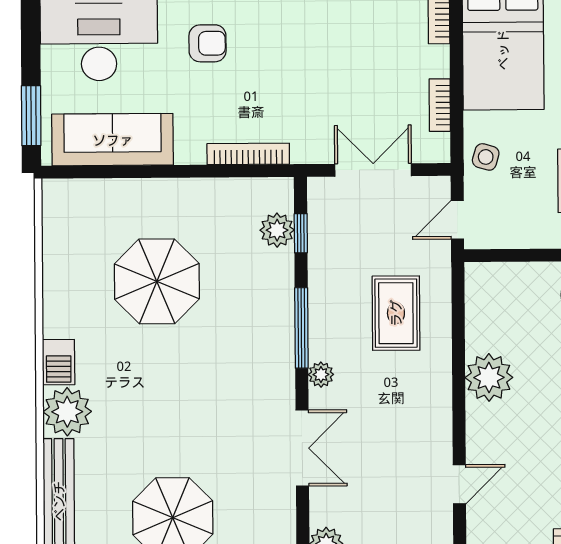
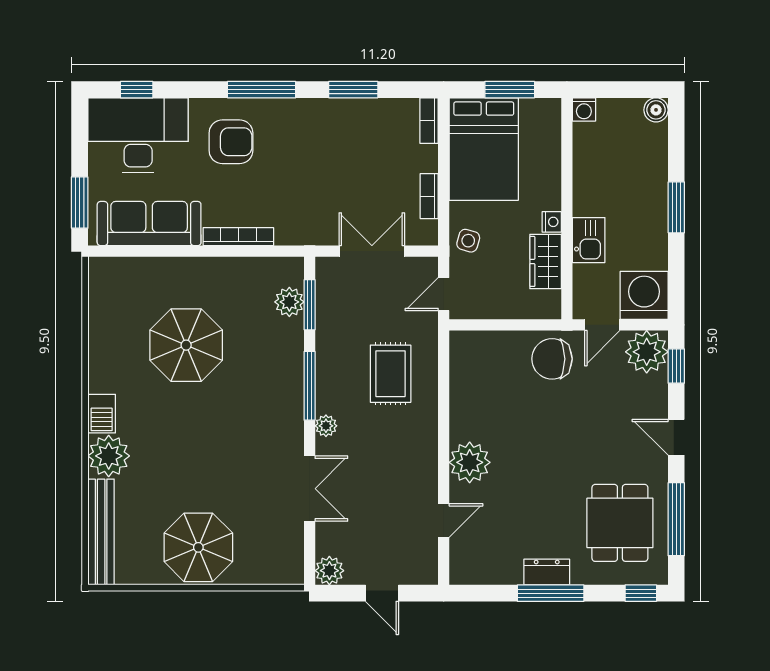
armchair: (208, 43) -> (231, 142), width x1.38, depth x1.38
bookcase: (248, 154) -> (238, 237), moved
window: (301, 233) -> (310, 305), width x1.50
plant: (489, 377) -> (470, 462), moved

